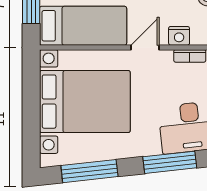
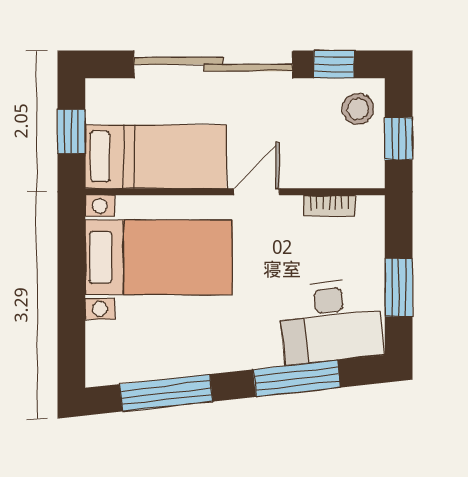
nightstand: (179, 36) -> (312, 173), removed
bed with nightstands: (85, 102) -> (159, 257), width x0.73

